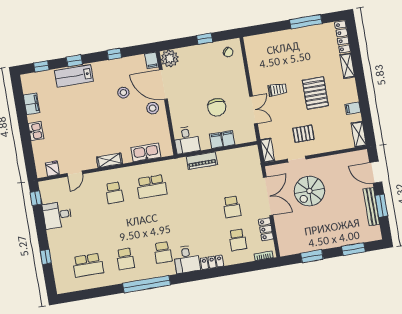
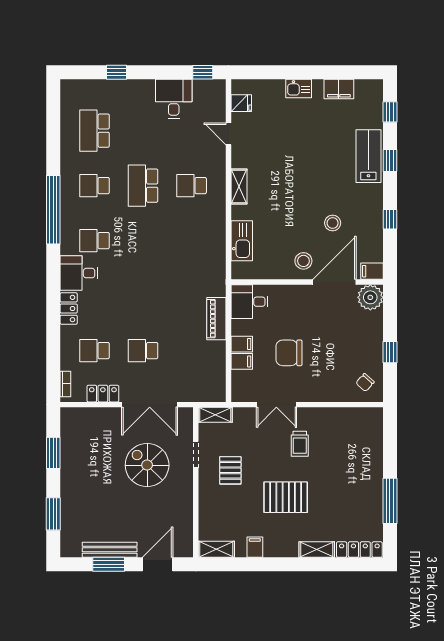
school desk: (152, 186) -> (143, 186), moved

